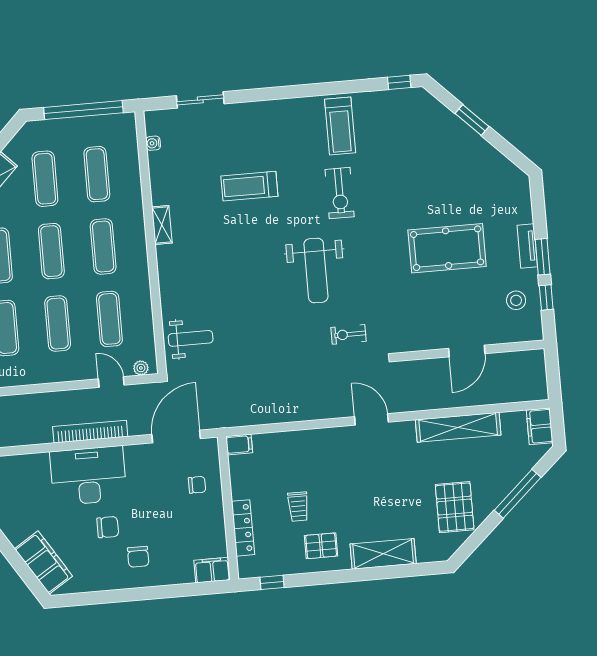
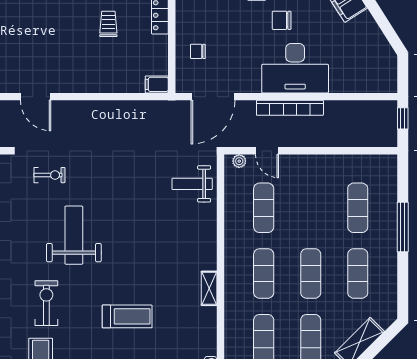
exercise mat: (58, 323) -> (311, 208), removed

